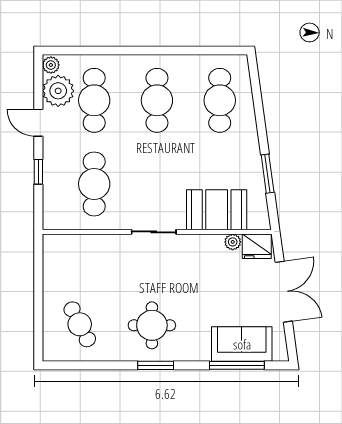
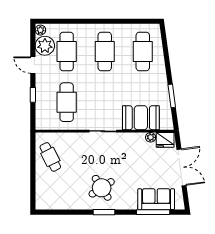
cafe table: (80, 324) -> (50, 157), moved
round table: (152, 325) -> (102, 188), turned -33

